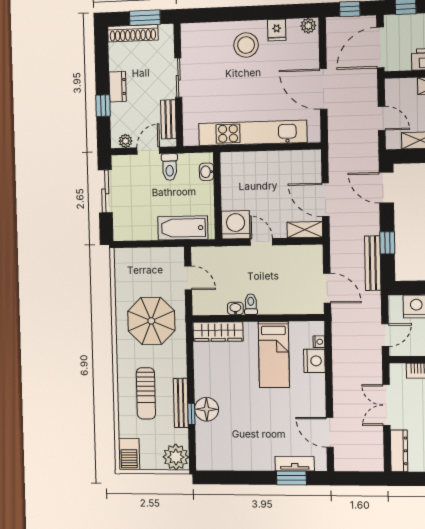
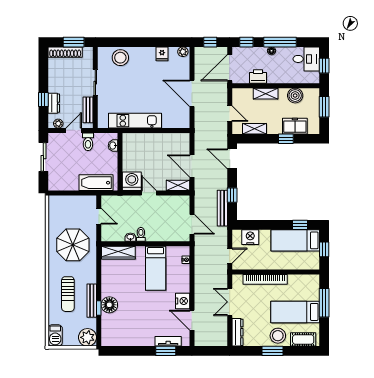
stool: (246, 45) -> (120, 58), moved
dresser: (118, 87) -> (54, 103), moved
kitchen unit: (253, 133) -> (135, 121), width x0.73
nightstand: (314, 361) -> (183, 301), moved

